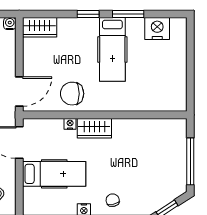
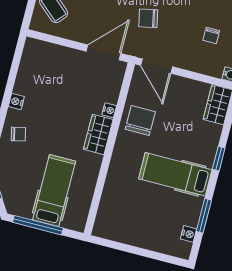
window: (128, 14) -> (204, 216), moved
nightstand: (157, 28) -> (189, 234), width x0.53, depth x0.56
hospital bed: (54, 174) -> (54, 191), moved, turned 180

